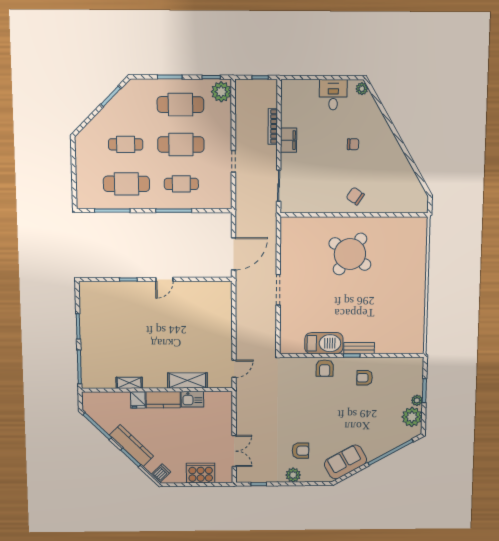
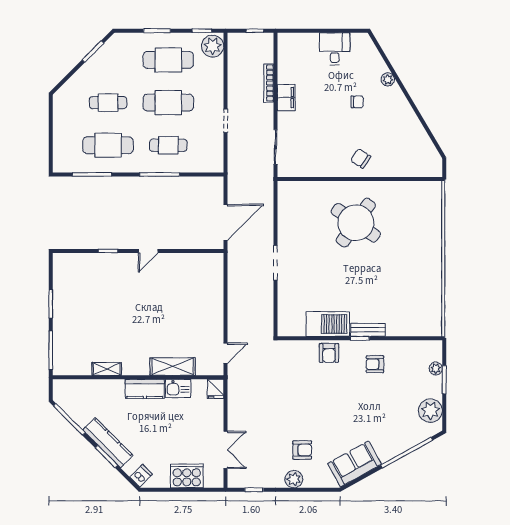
plant: (362, 89) -> (388, 79), moved
fridge: (138, 400) -> (216, 389), moved
plant: (417, 400) -> (436, 369), moved

